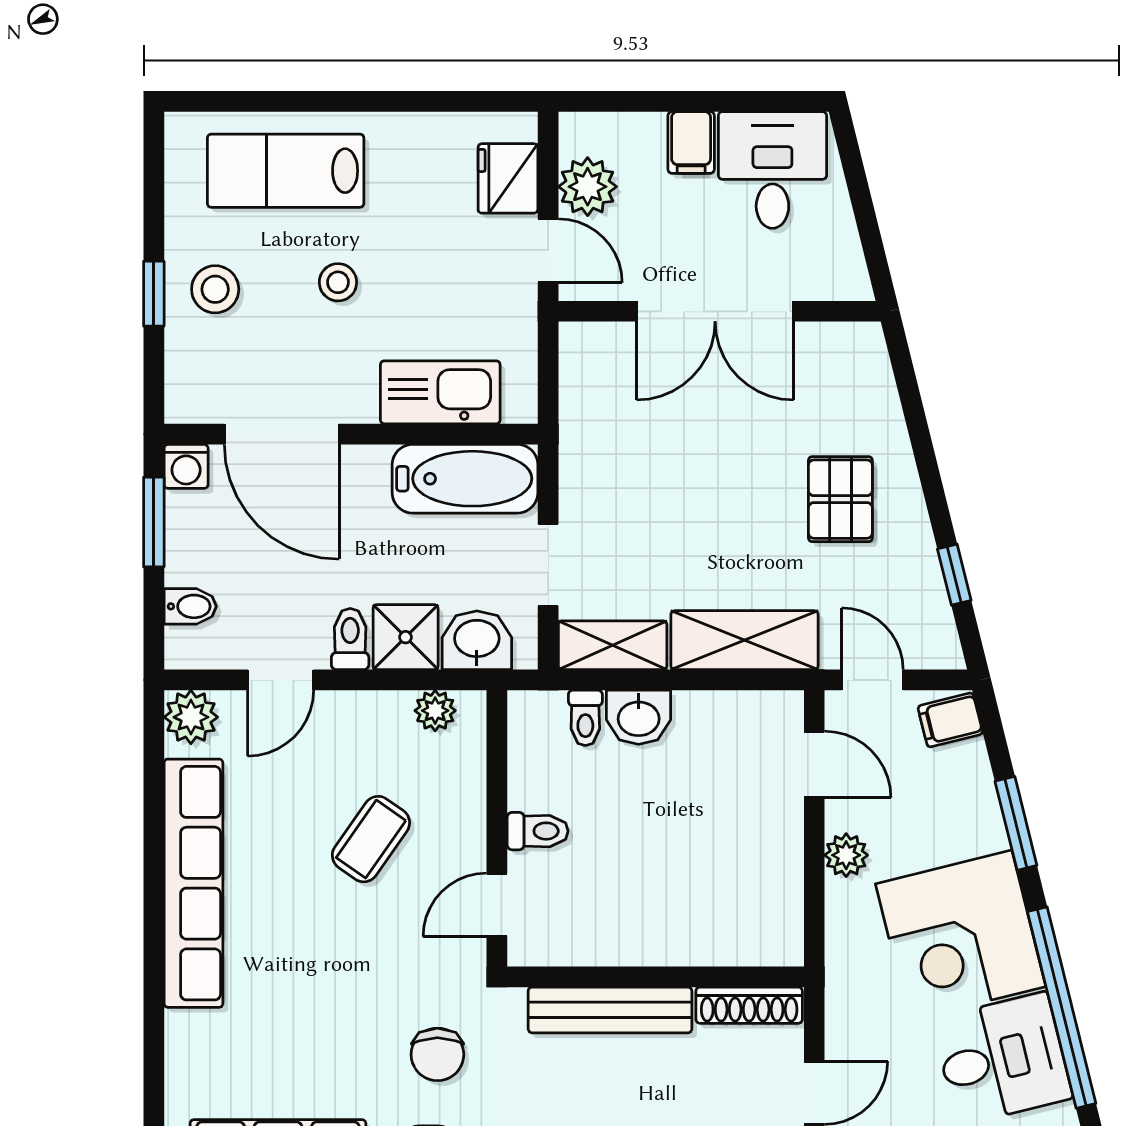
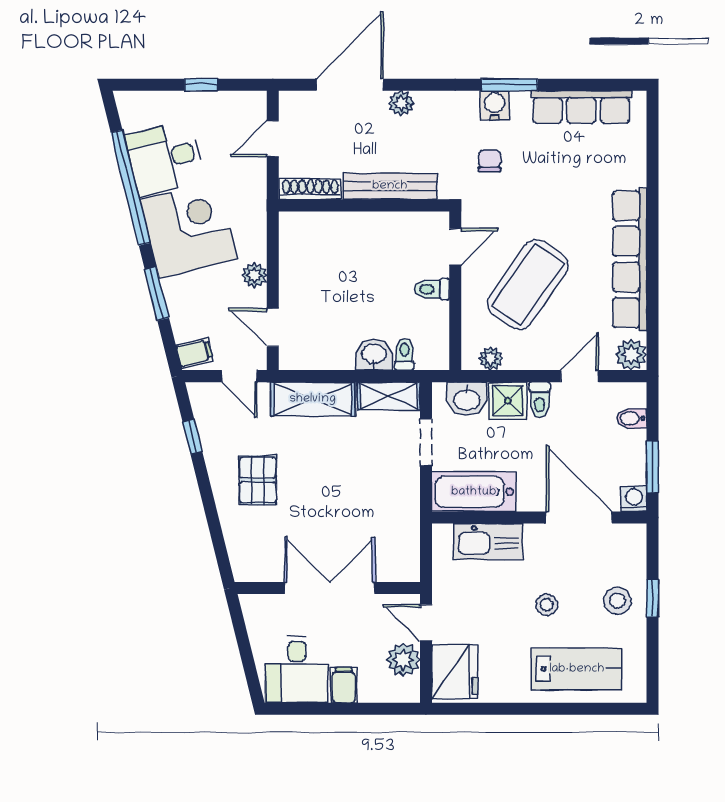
fridge: (508, 178) -> (455, 672), width x1.36, depth x1.34
coffee table: (371, 839) -> (528, 285), width x1.86, depth x1.72
chair: (437, 1054) -> (489, 161), width x0.73, depth x0.73

